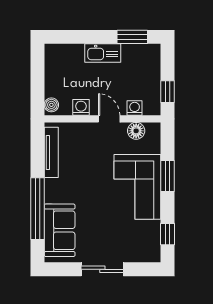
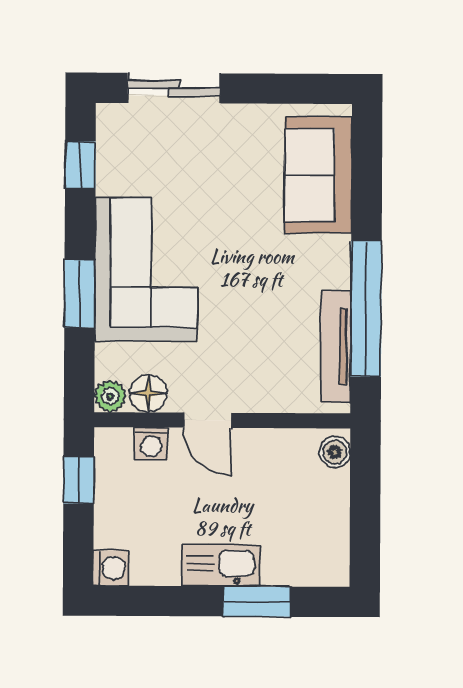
window: (132, 37) -> (256, 601), moved
washing machine: (81, 107) -> (111, 568), moved, turned -90
plant: (153, 130) -> (110, 396), added
window: (38, 209) -> (366, 309), moved
sliding door: (102, 269) -> (174, 88), moved

